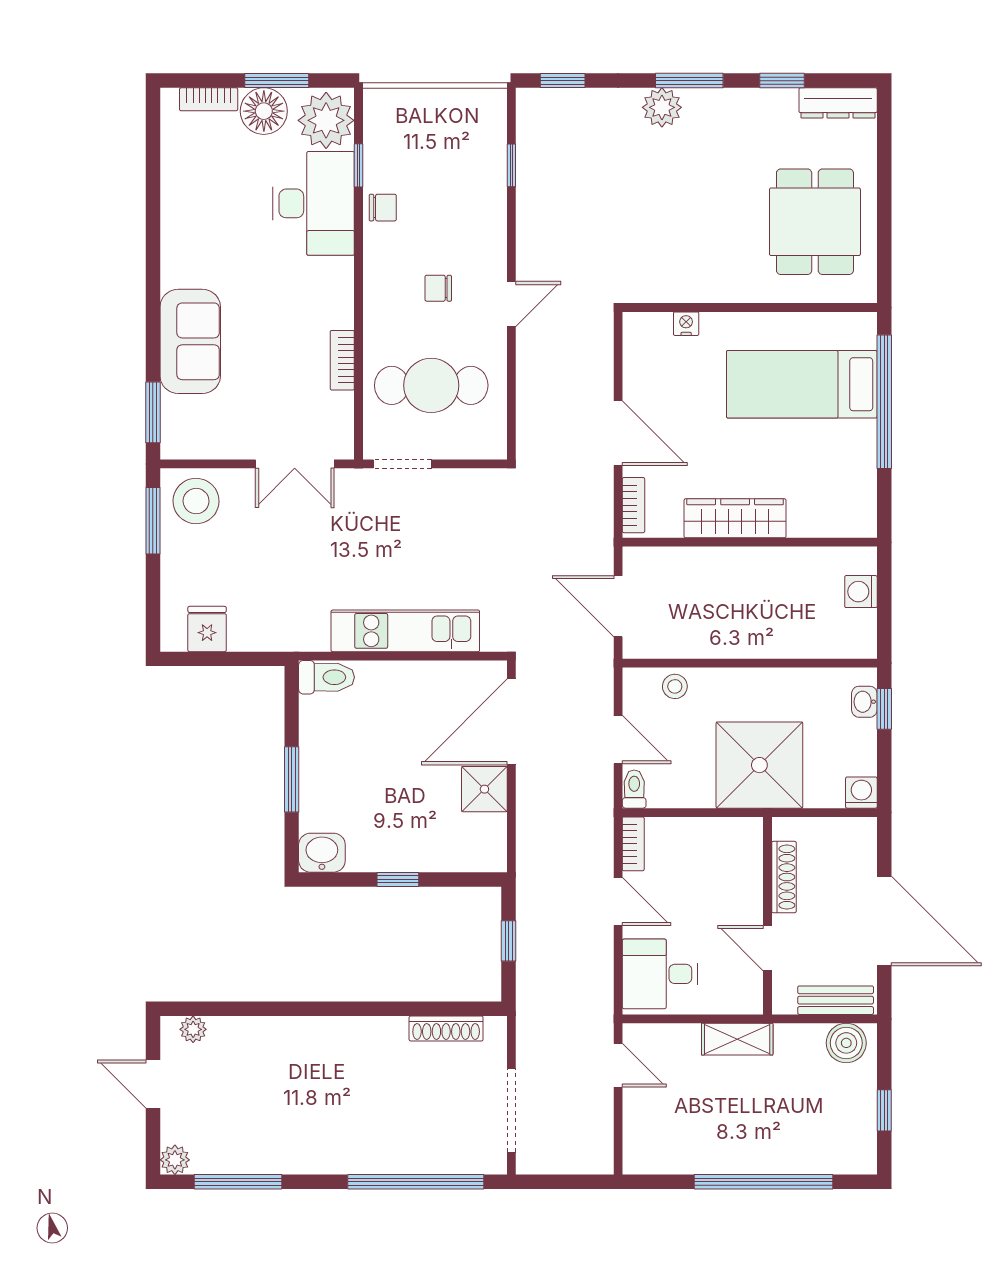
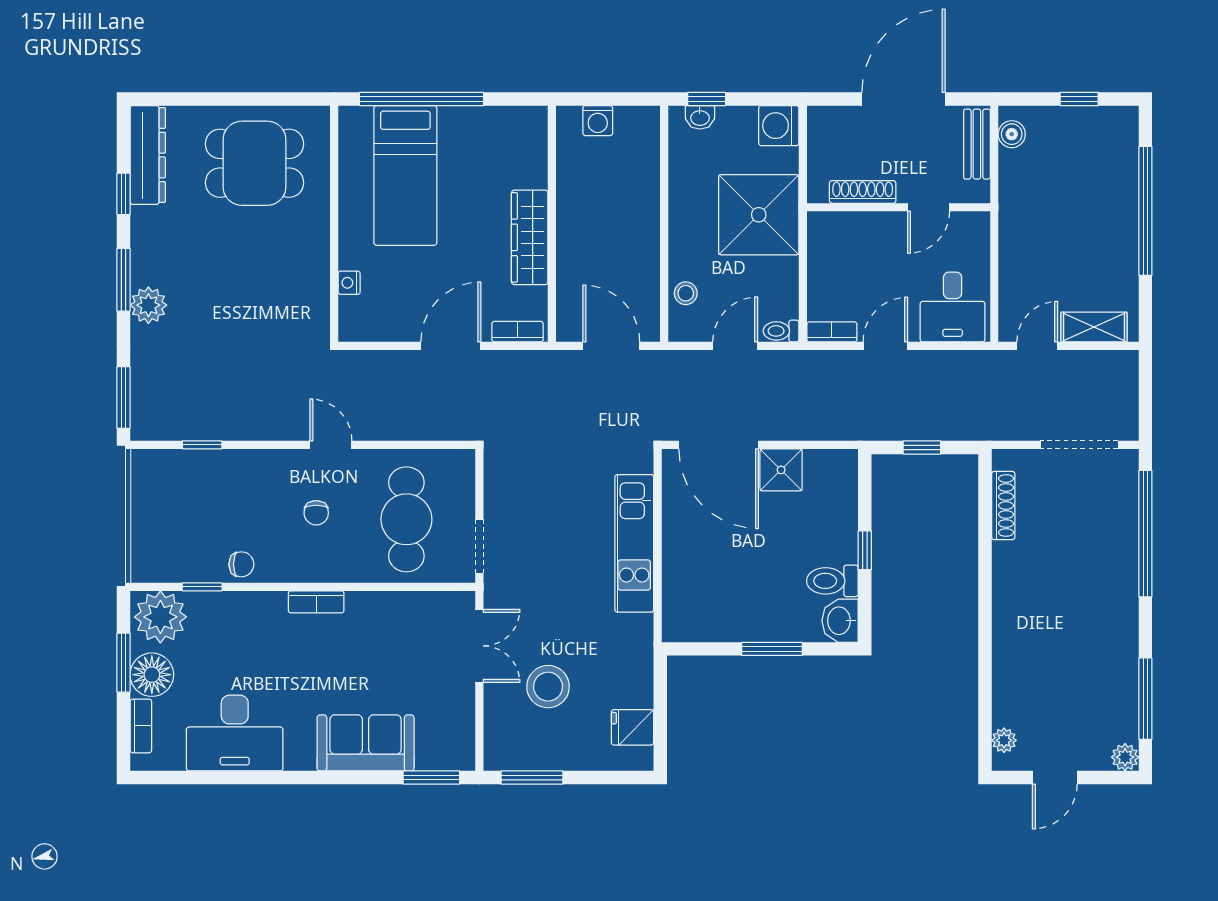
window: (563, 81) -> (124, 397), width x1.50
dresser: (838, 103) -> (148, 155), width x1.37, depth x1.24
desk: (313, 203) -> (235, 733), moved, turned 180
chair: (383, 208) -> (241, 564), turned 90
bookcase: (342, 360) -> (316, 602), moved
stool: (196, 501) -> (548, 687), moved
door: (618, 606) -> (611, 346), swing flipped
toilet: (327, 677) -> (832, 581), moved, turned -90
washing machine: (861, 793) -> (779, 126), width x1.38, depth x1.38
shelving: (737, 1039) -> (1094, 327), moved, turned 90
boiler: (846, 1043) -> (1012, 134), width x0.73, depth x0.73

